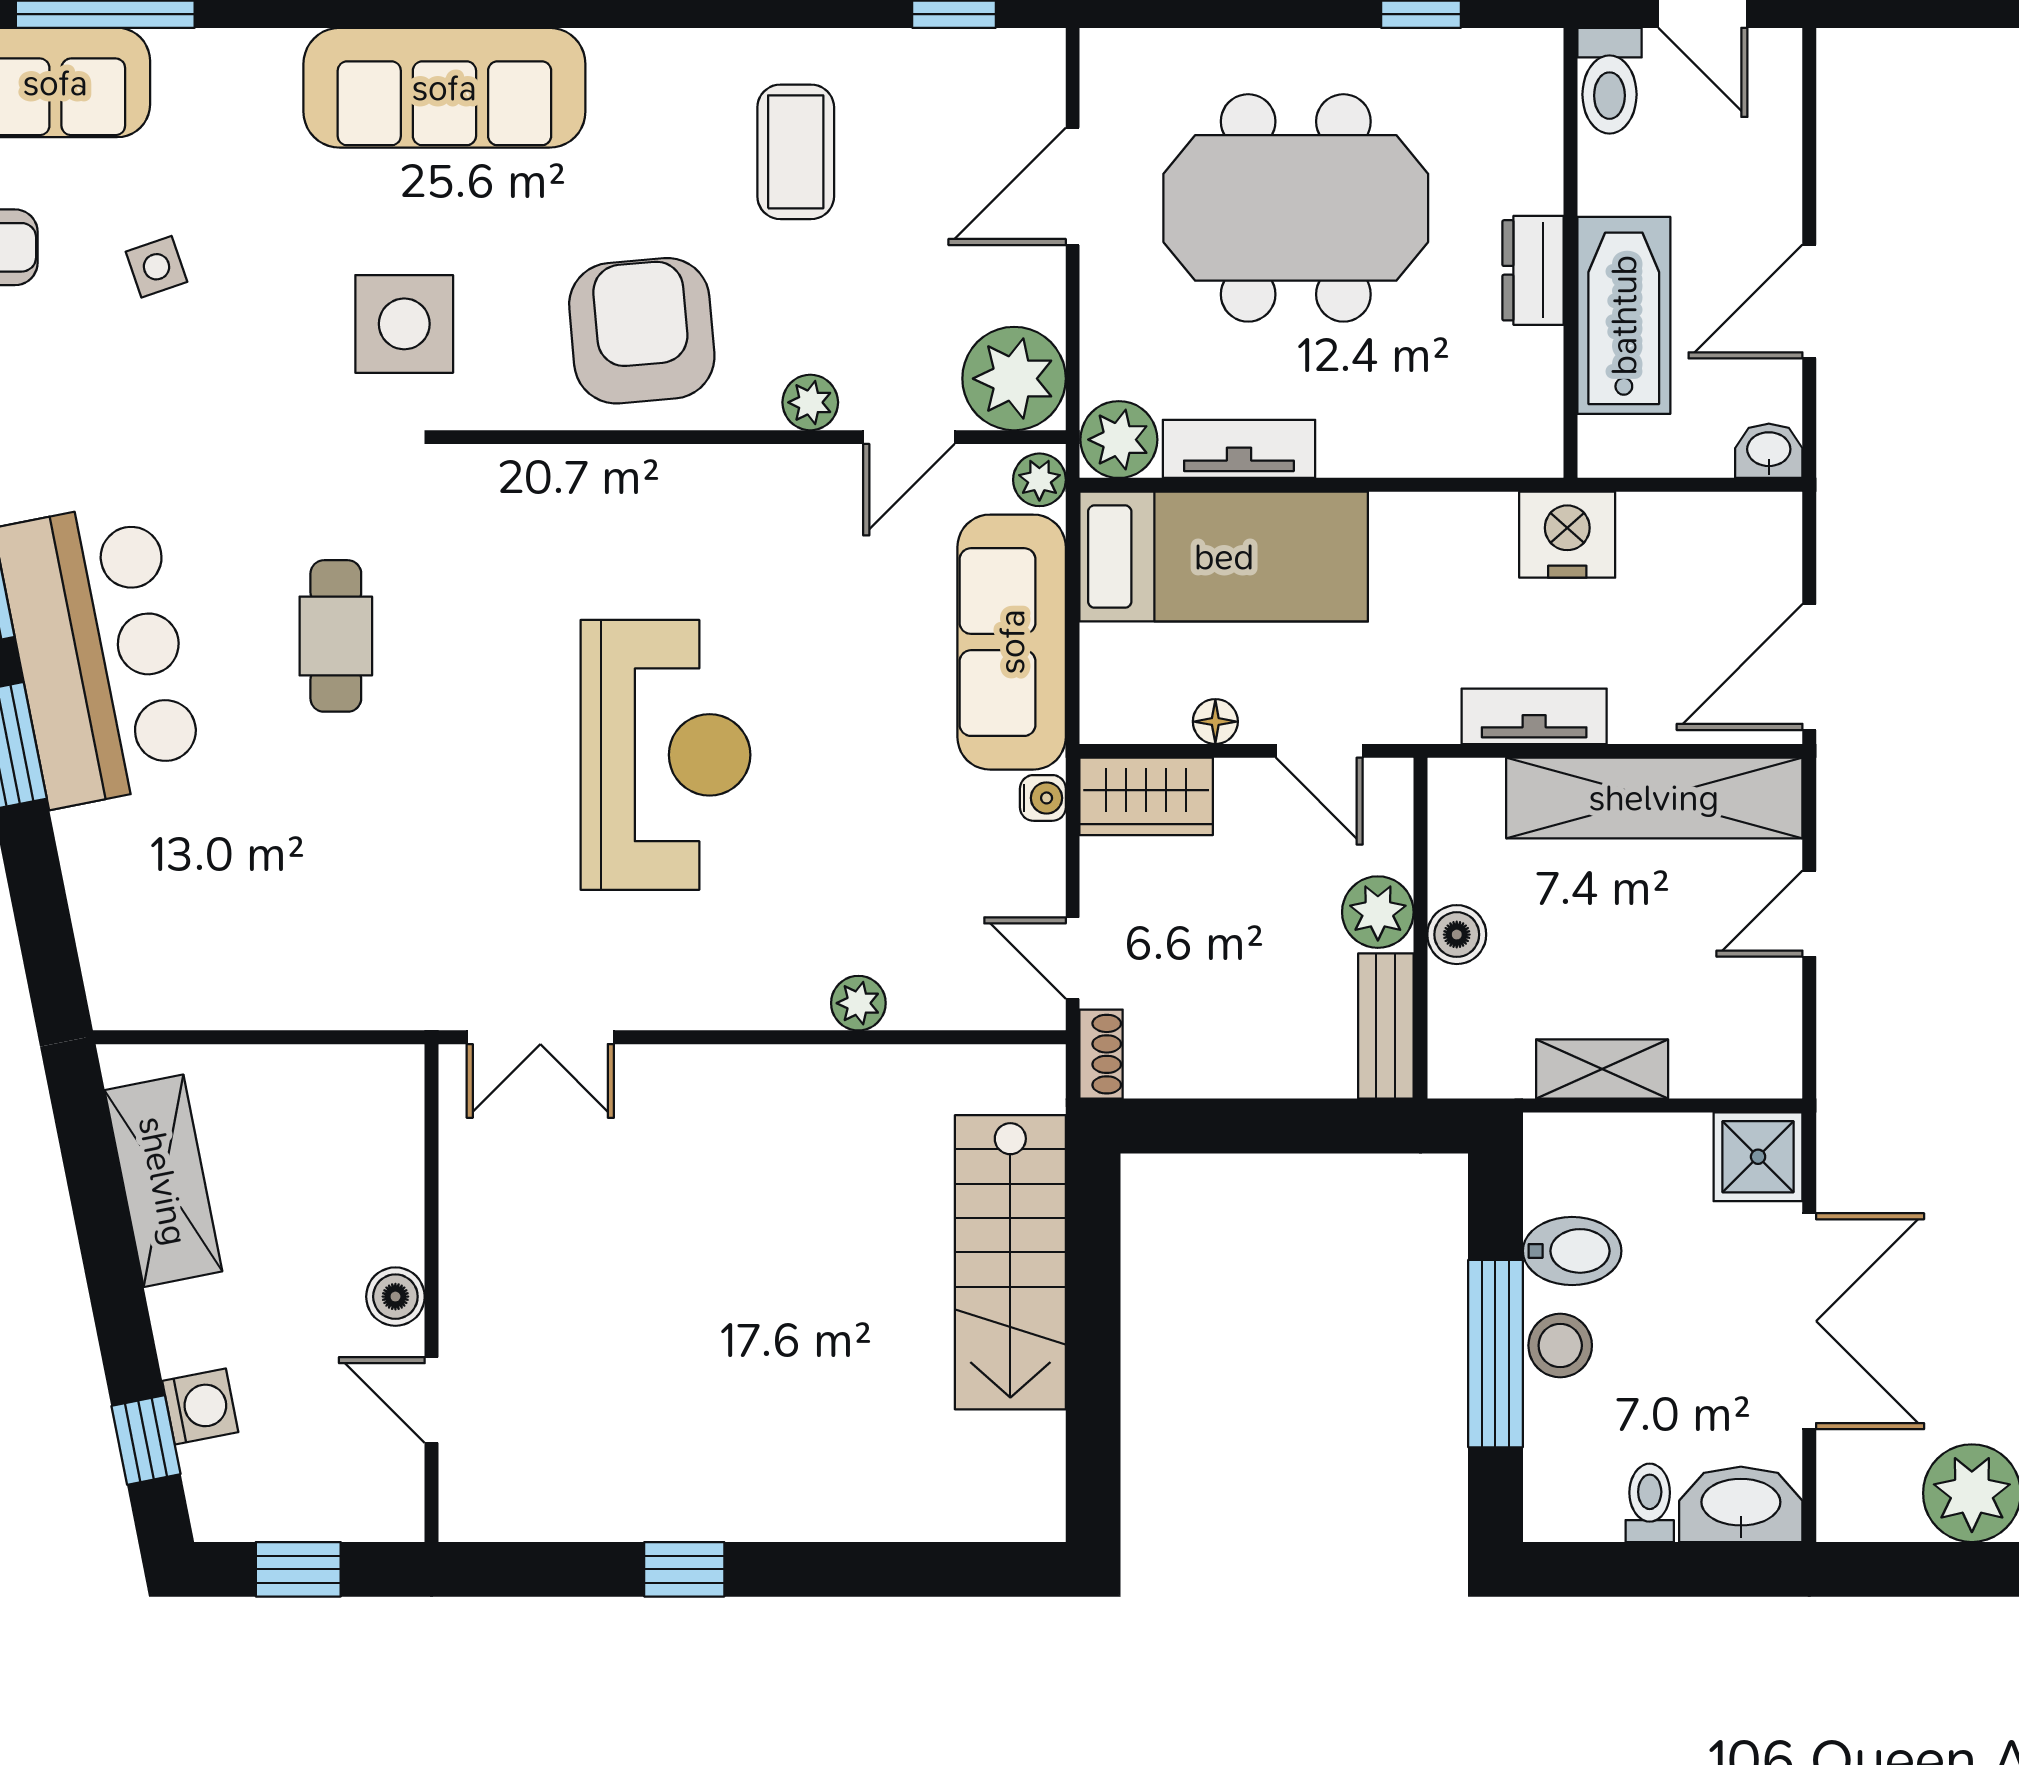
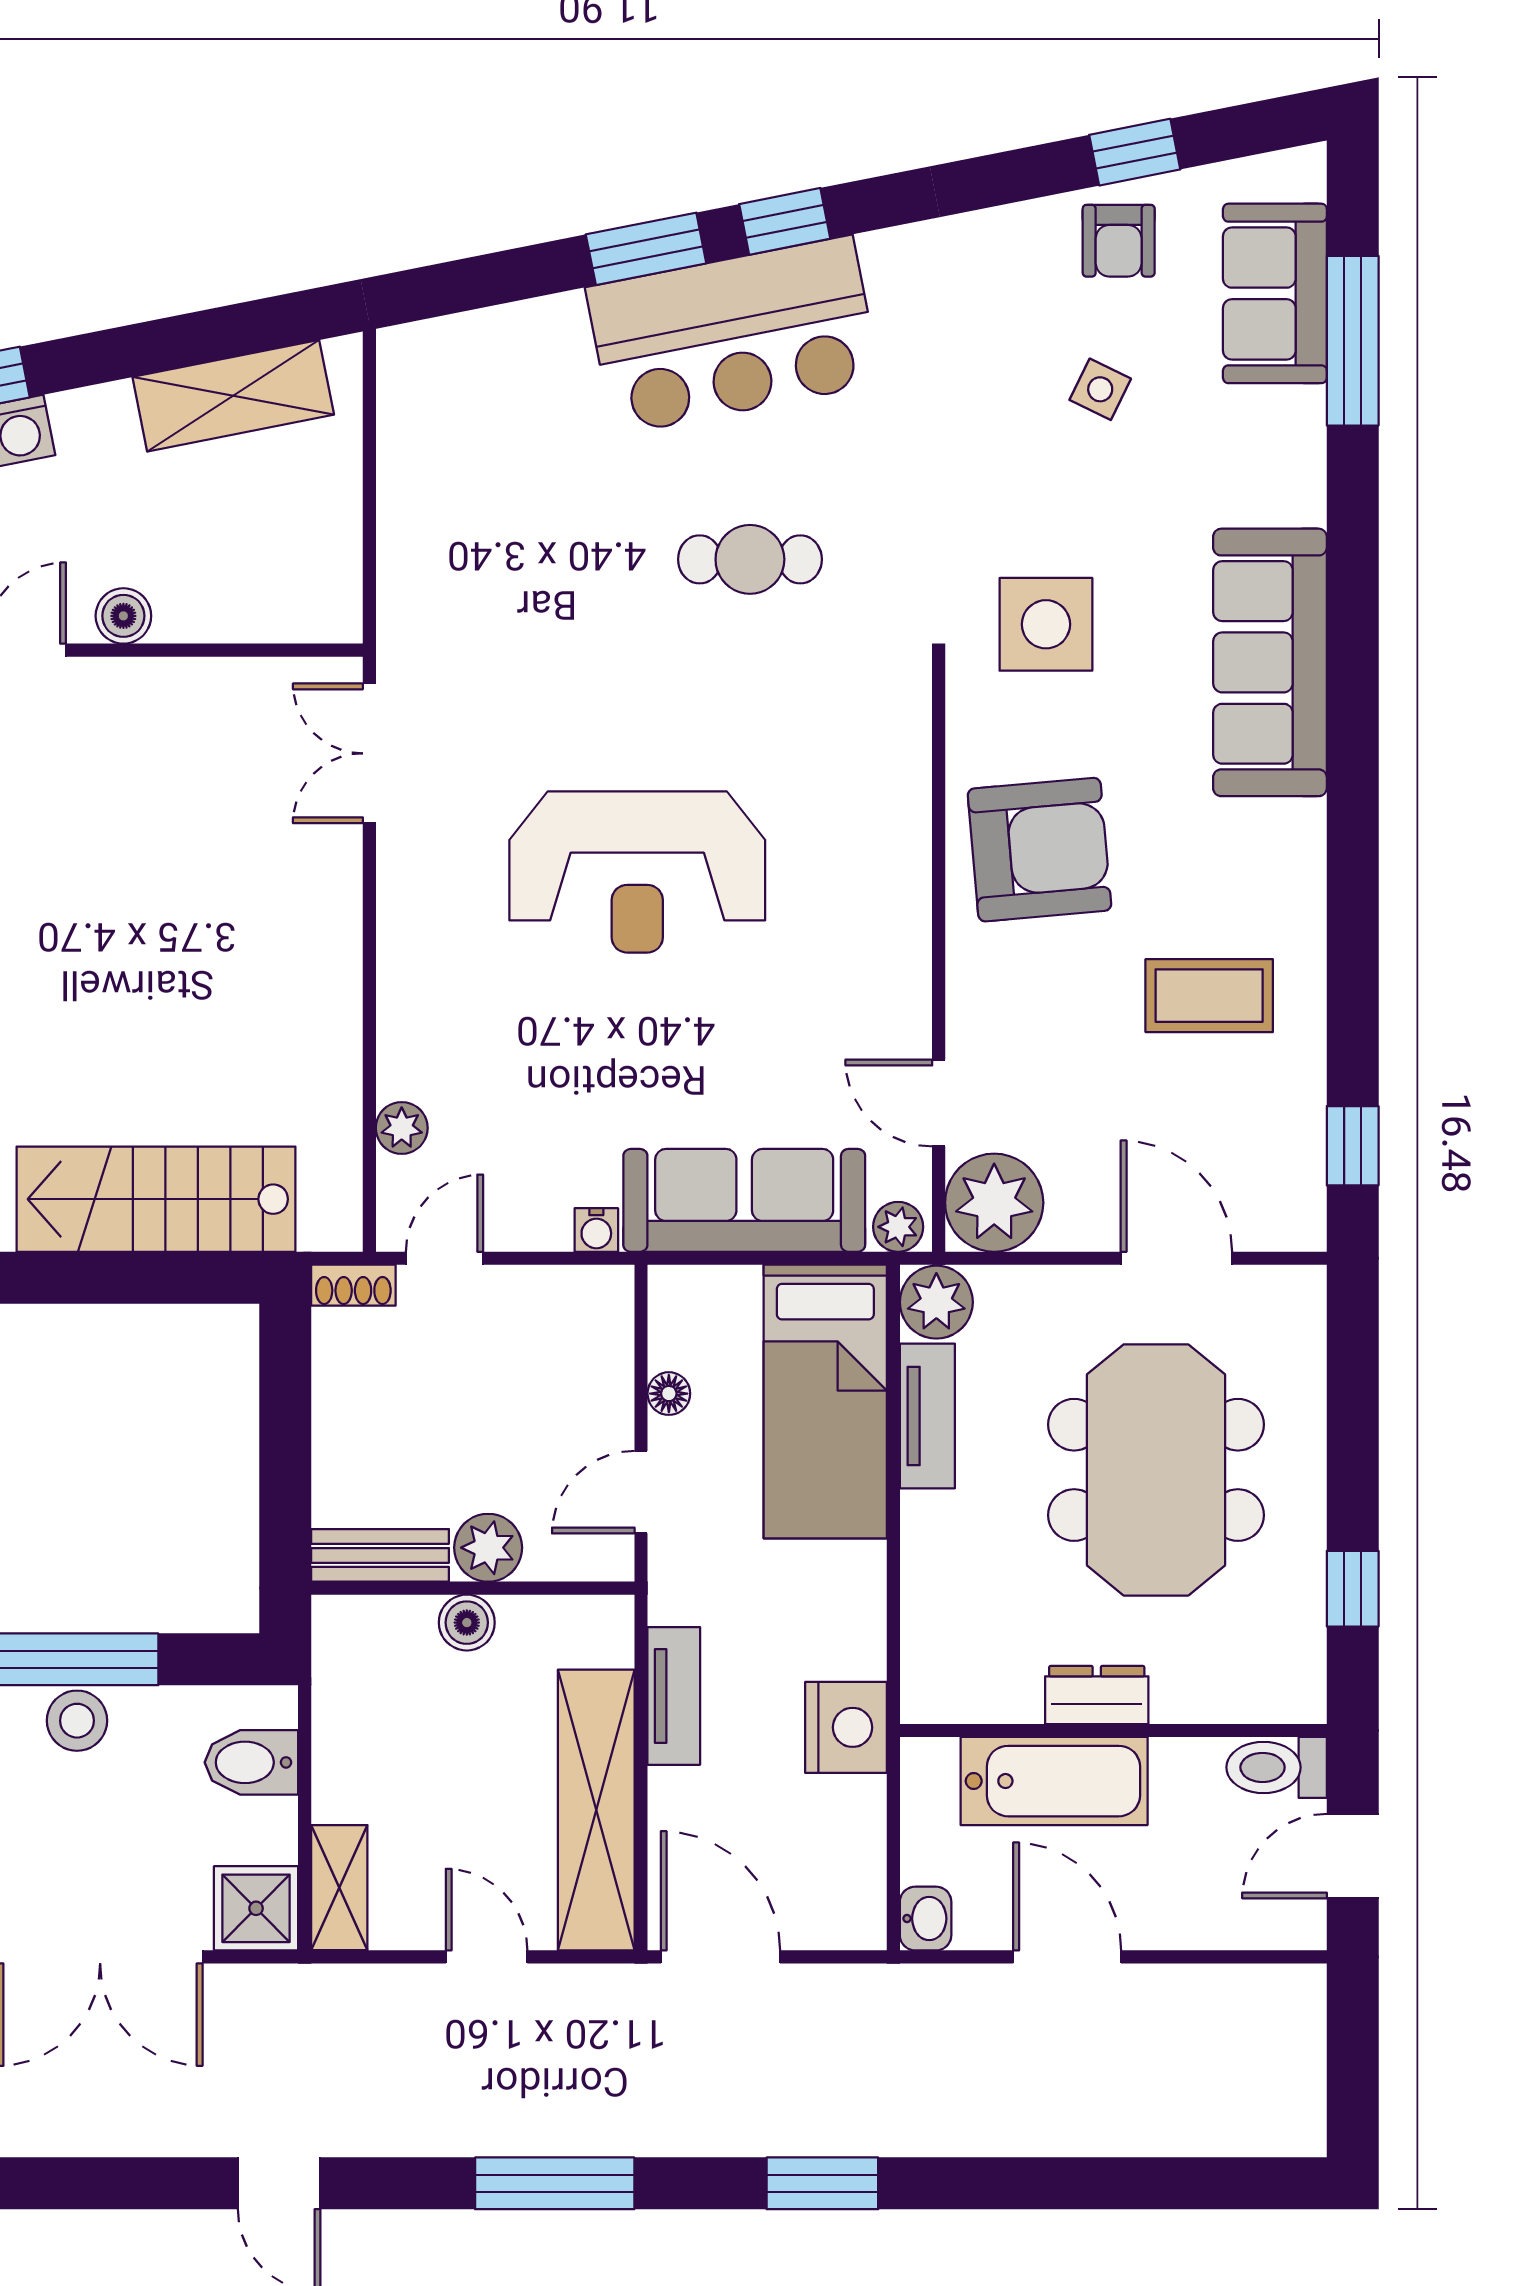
side table: (156, 267) -> (1100, 389), turned 45
plant: (810, 402) -> (971, 1009), removed
wardrobe: (1146, 796) -> (598, 1328), removed
plant: (858, 1003) -> (402, 1128), moved
shelving: (1602, 1069) -> (339, 1888), moved
bidet: (1572, 1251) -> (251, 1762), moved, turned 90

